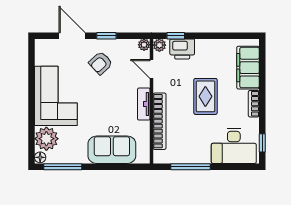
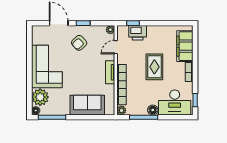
plant: (159, 45) -> (121, 110), moved
door: (152, 69) -> (116, 47), hinge flipped
floor lamp: (203, 157) -> (153, 110), added

